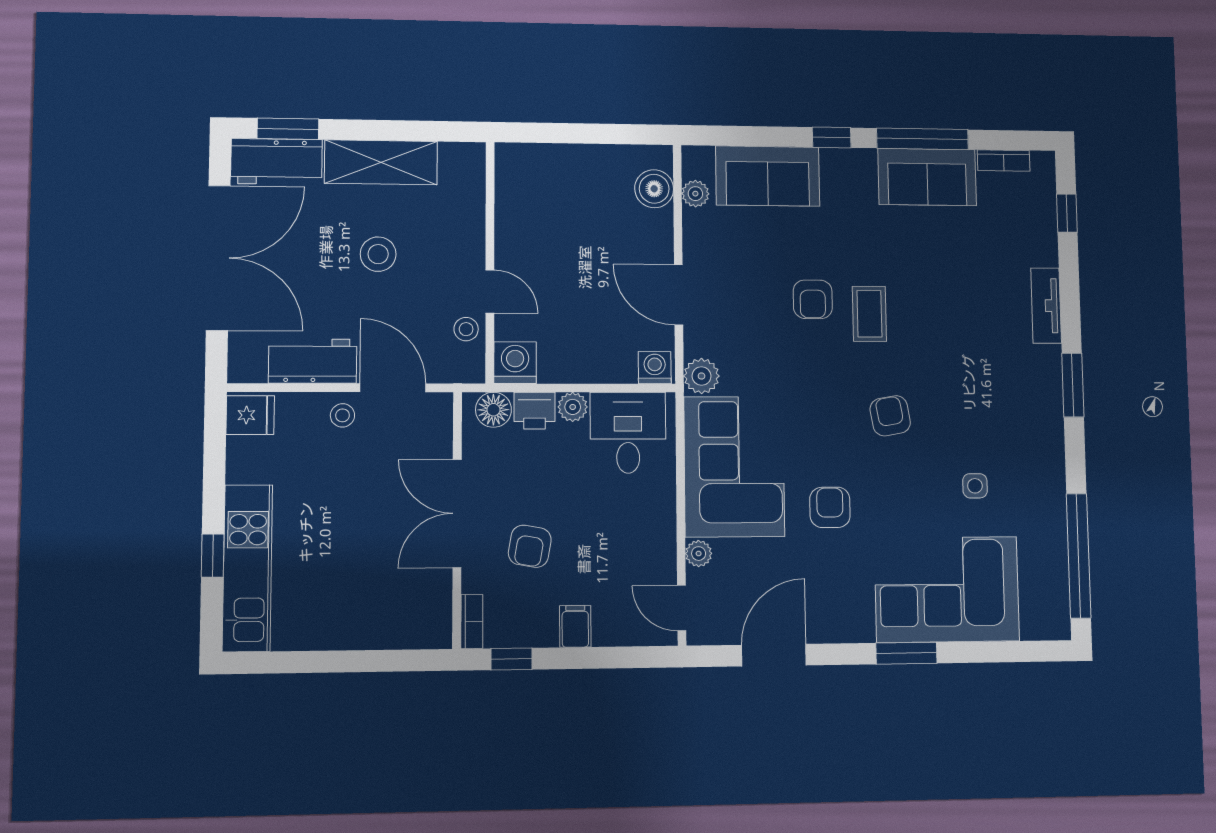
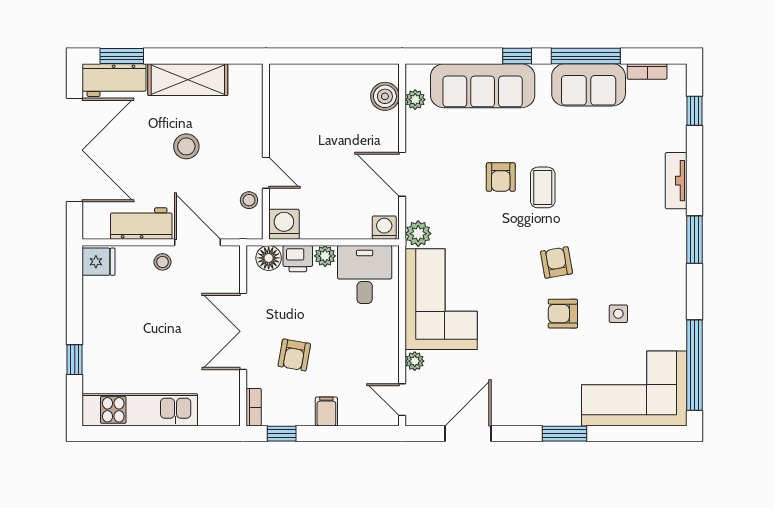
sofa: (768, 176) -> (483, 86), width x1.36
armchair: (830, 507) -> (563, 314), moved, turned -90
kitchen unit: (247, 568) -> (140, 410), moved, turned -90
corner sofa: (947, 589) -> (634, 389), moved

